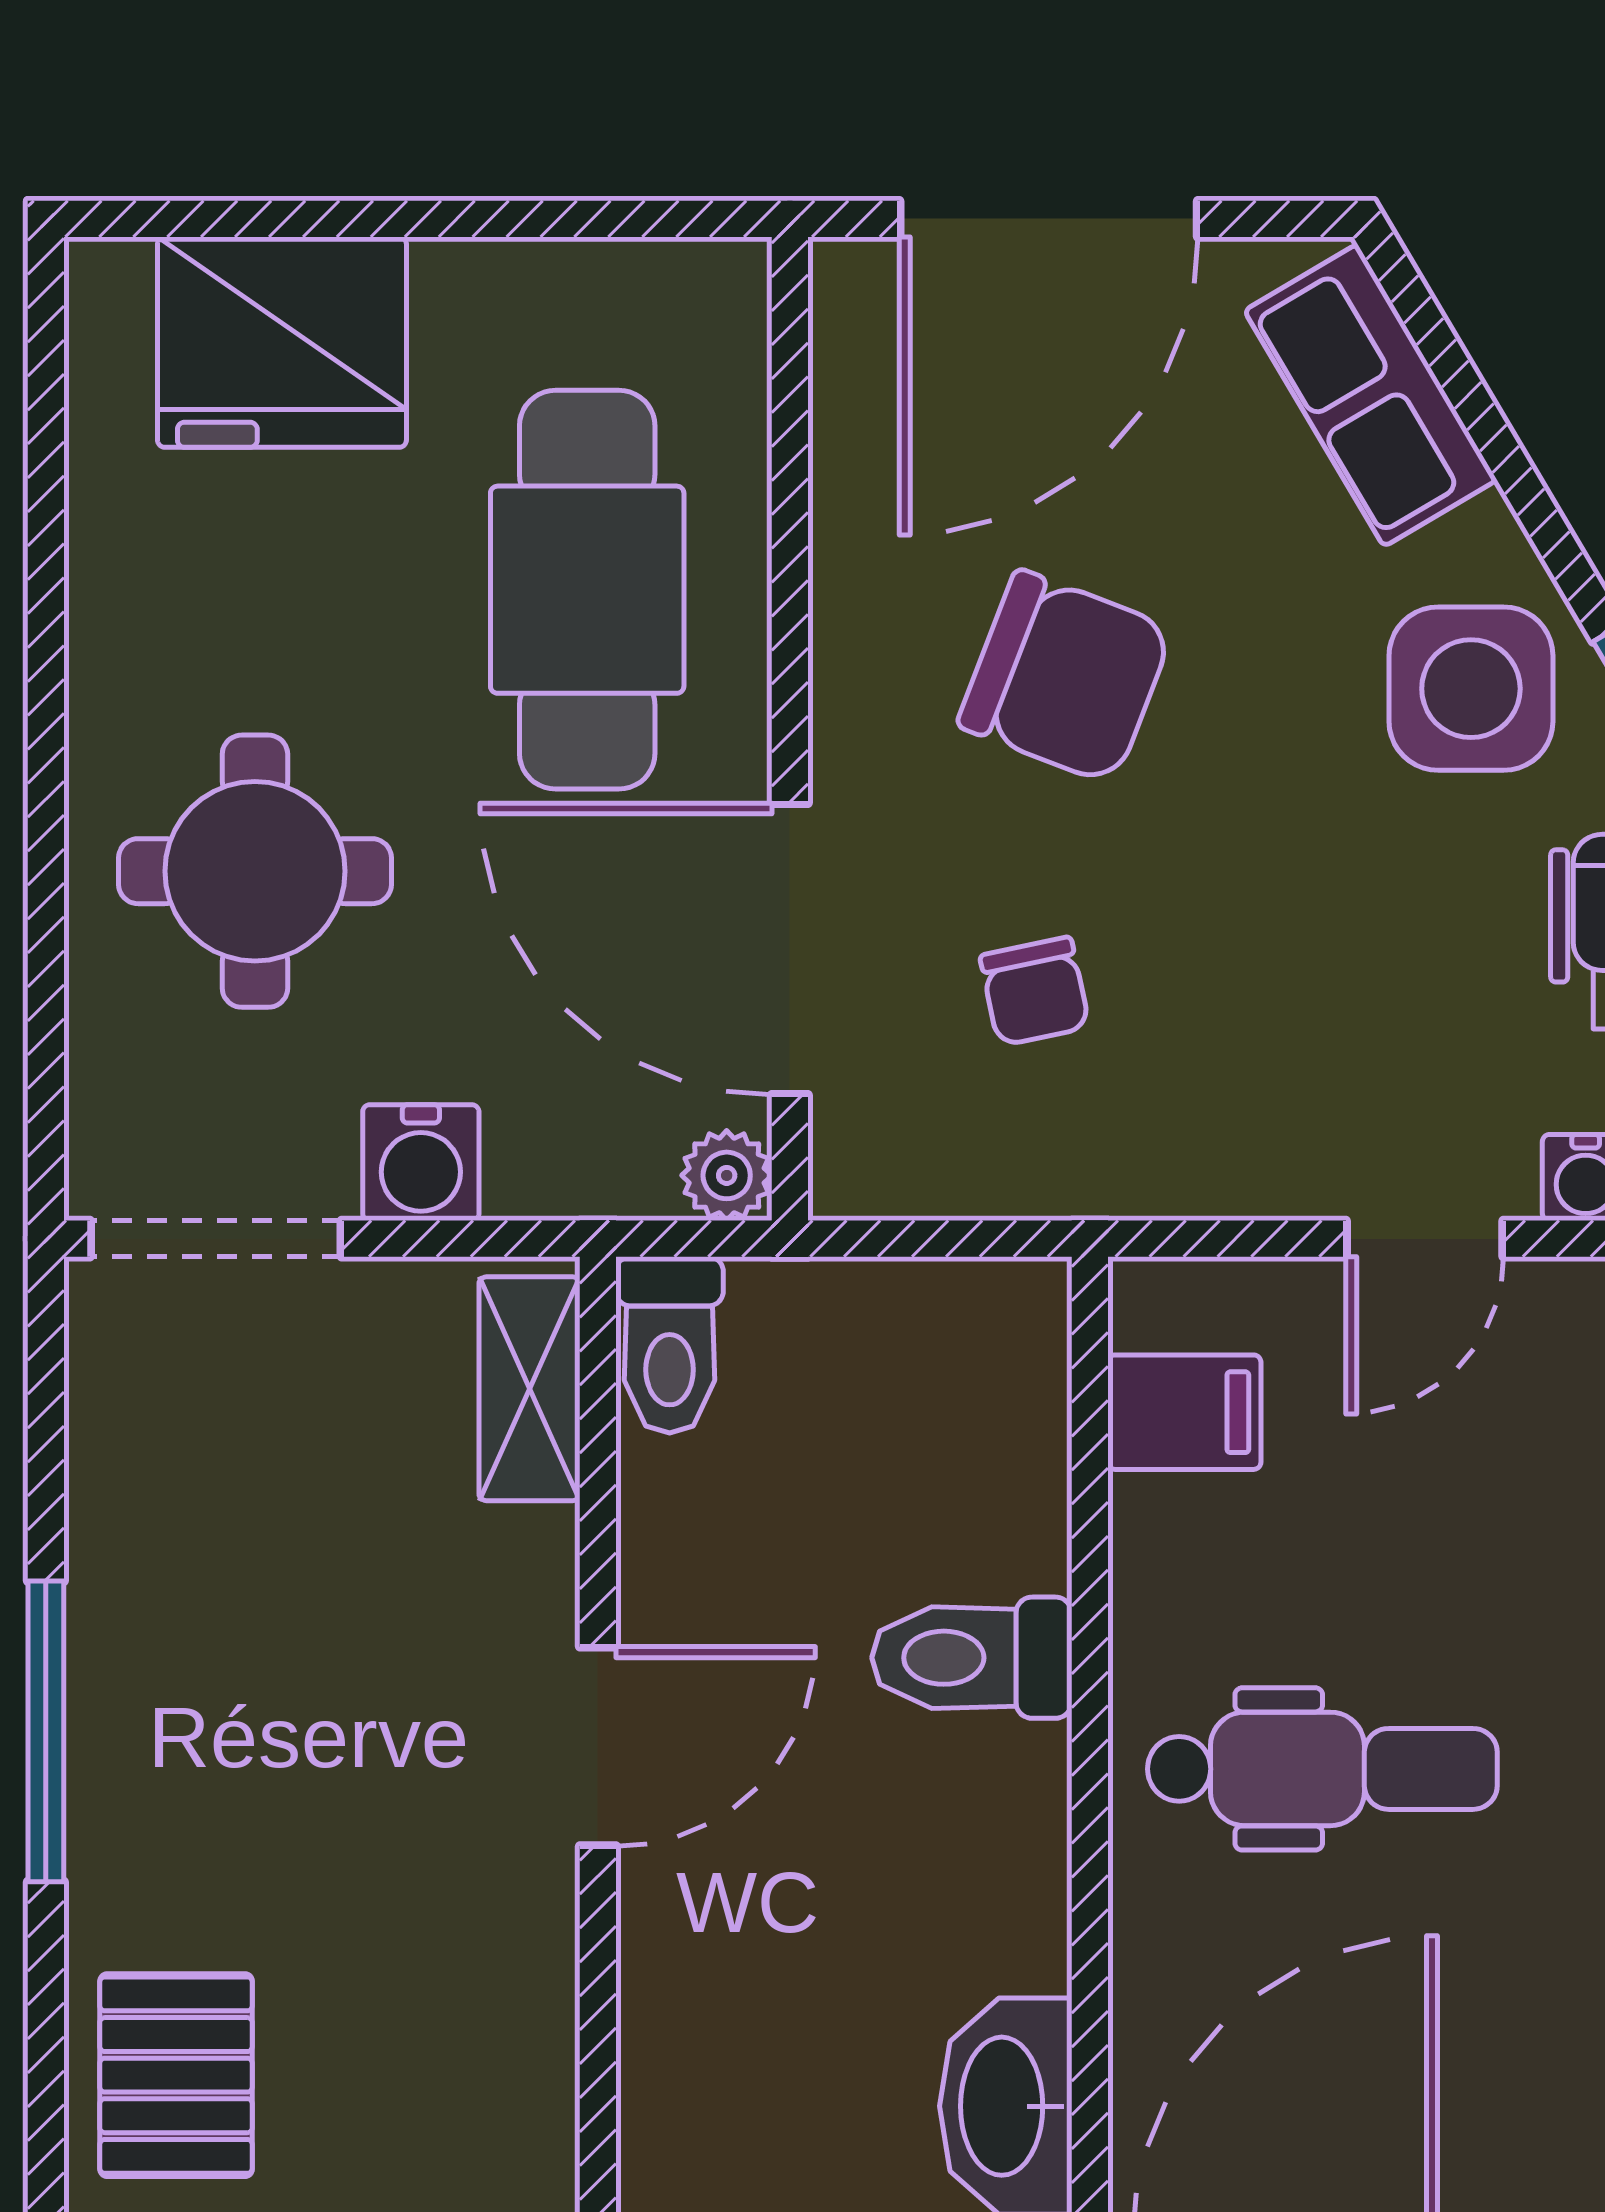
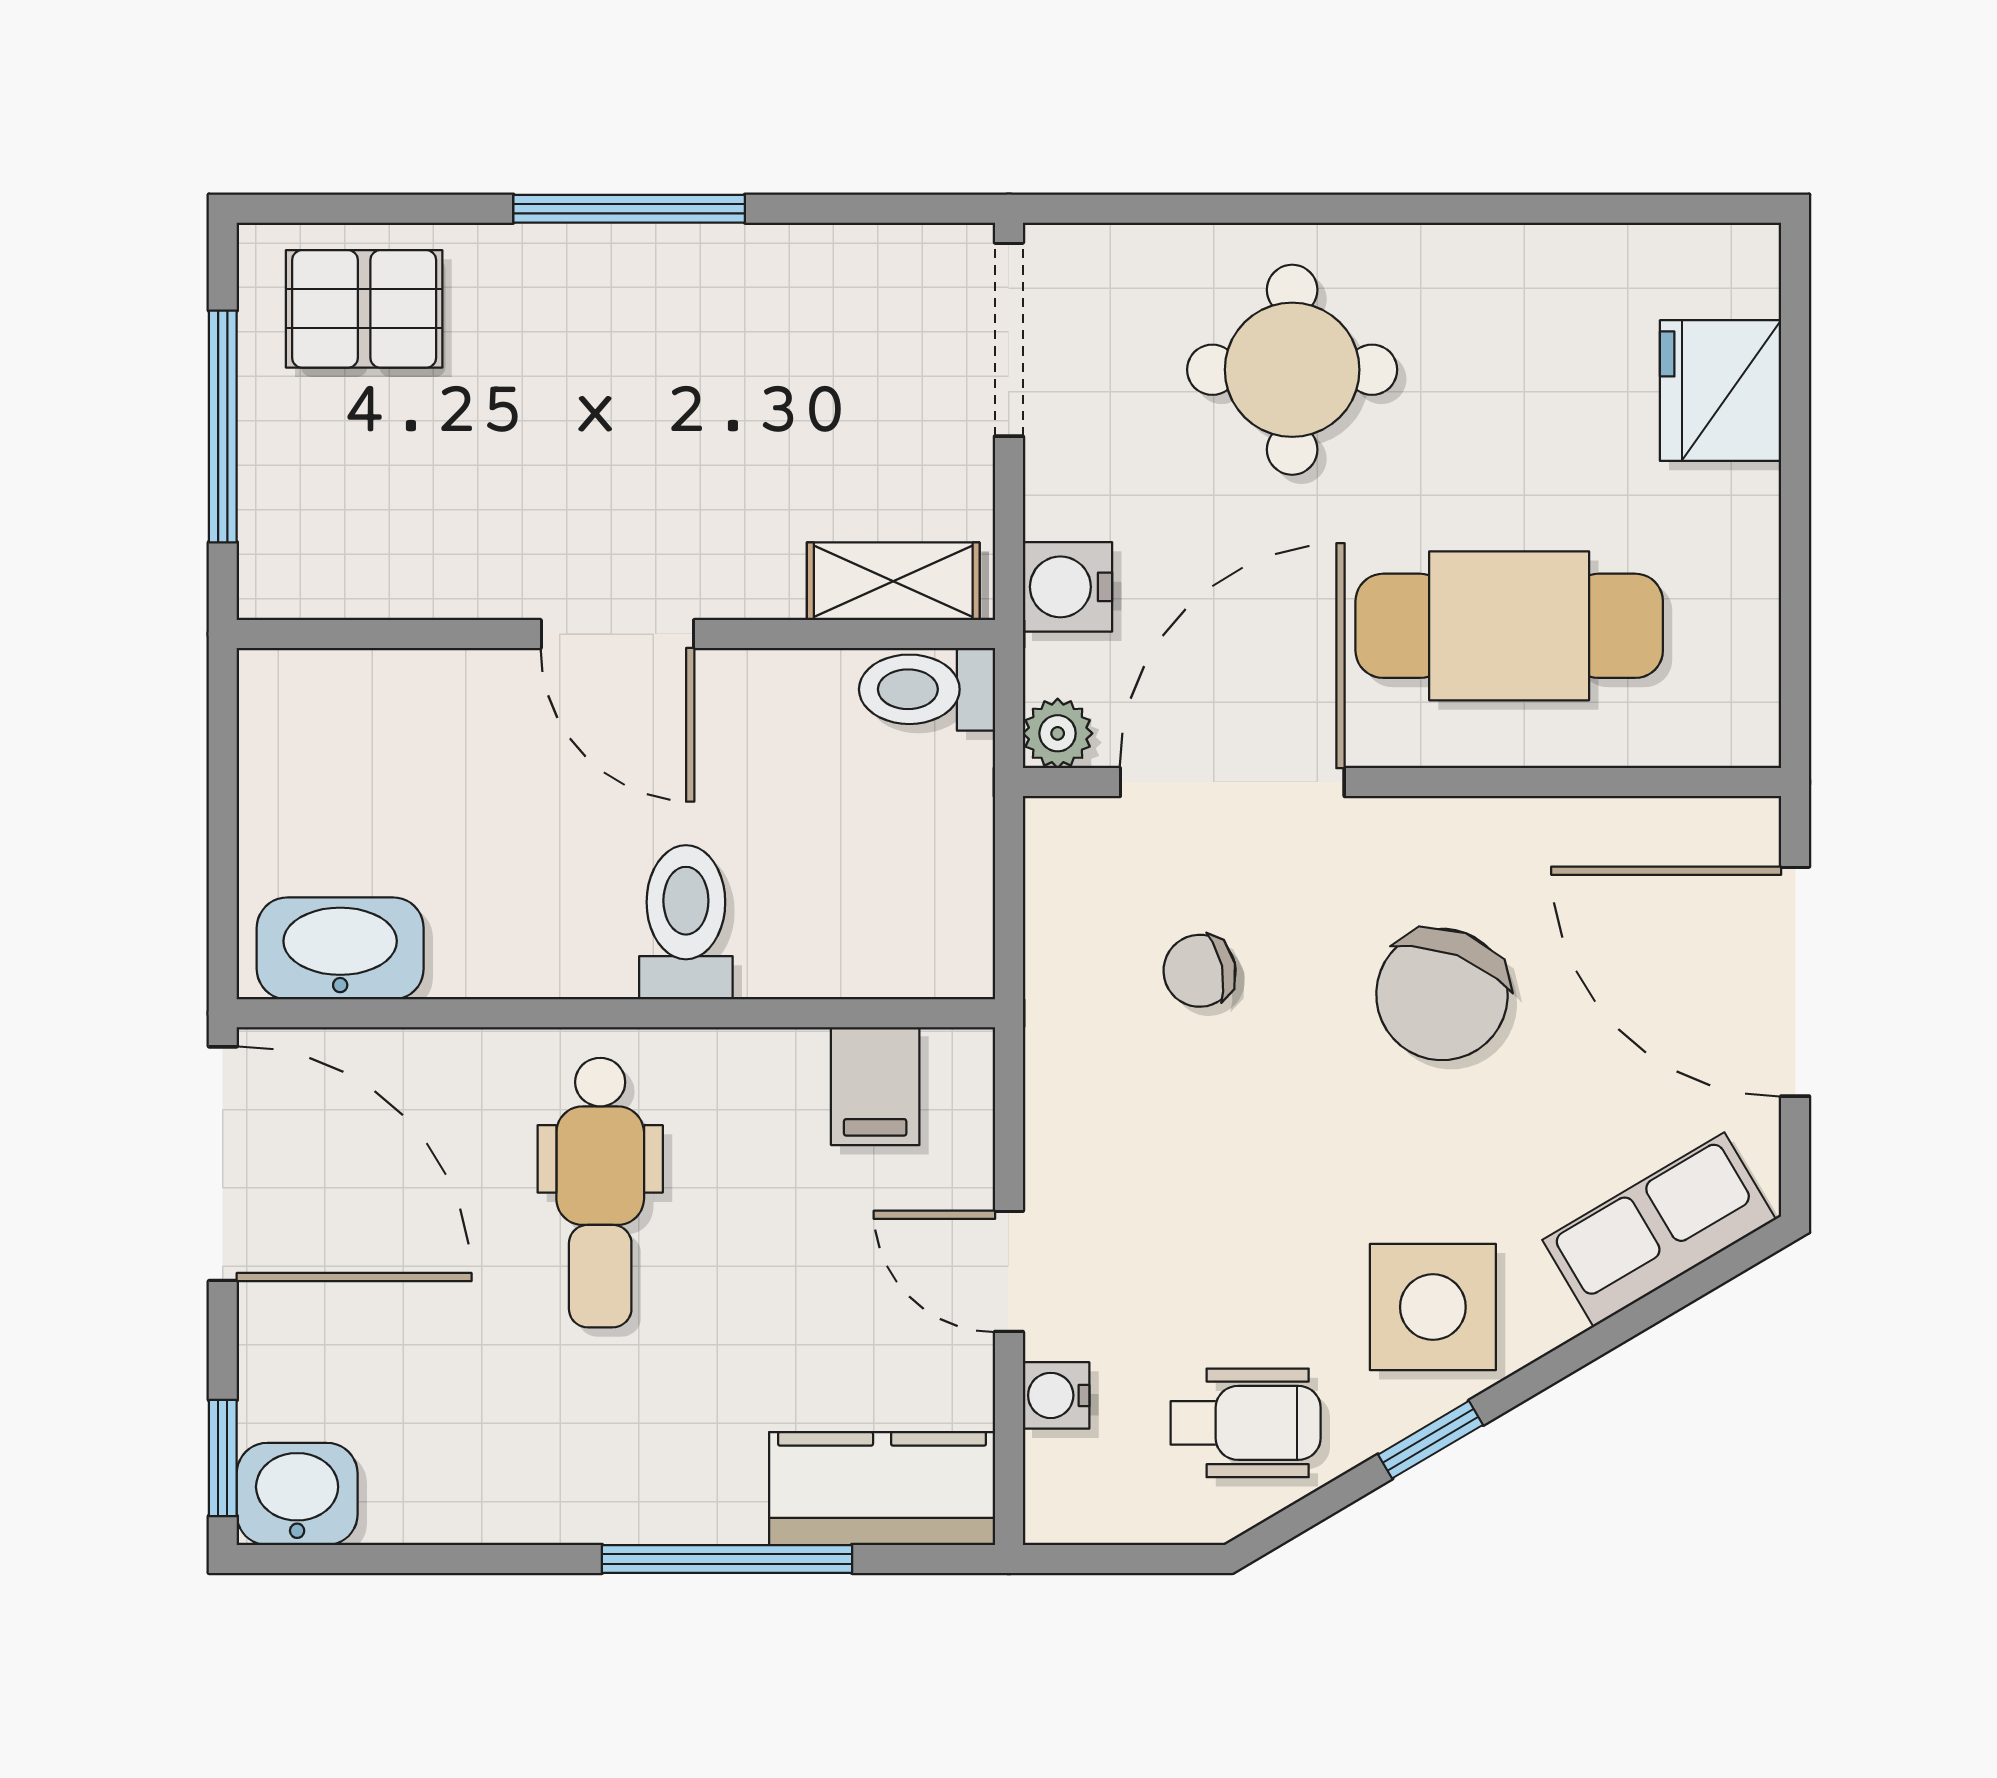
fridge: (282, 342) -> (1721, 391), width x0.73, depth x0.75
water cooler: (421, 1163) -> (1068, 587), moved

